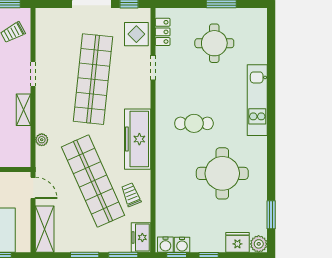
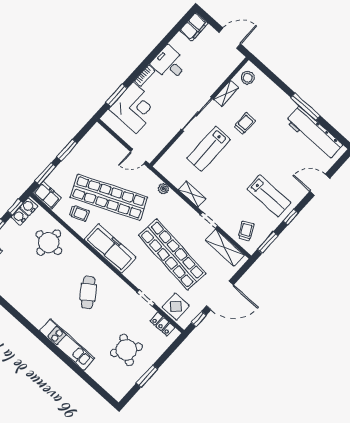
round table: (214, 43) -> (126, 350), turned 34
cafe table: (194, 123) -> (88, 292), turned -37
round table: (222, 173) -> (49, 243), moved, width x0.73, depth x0.73
shelving: (45, 229) -> (225, 248), moved

